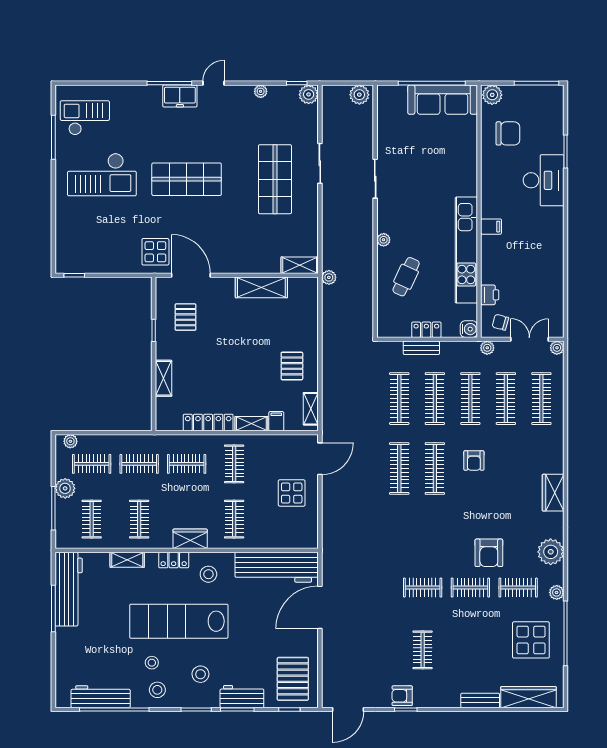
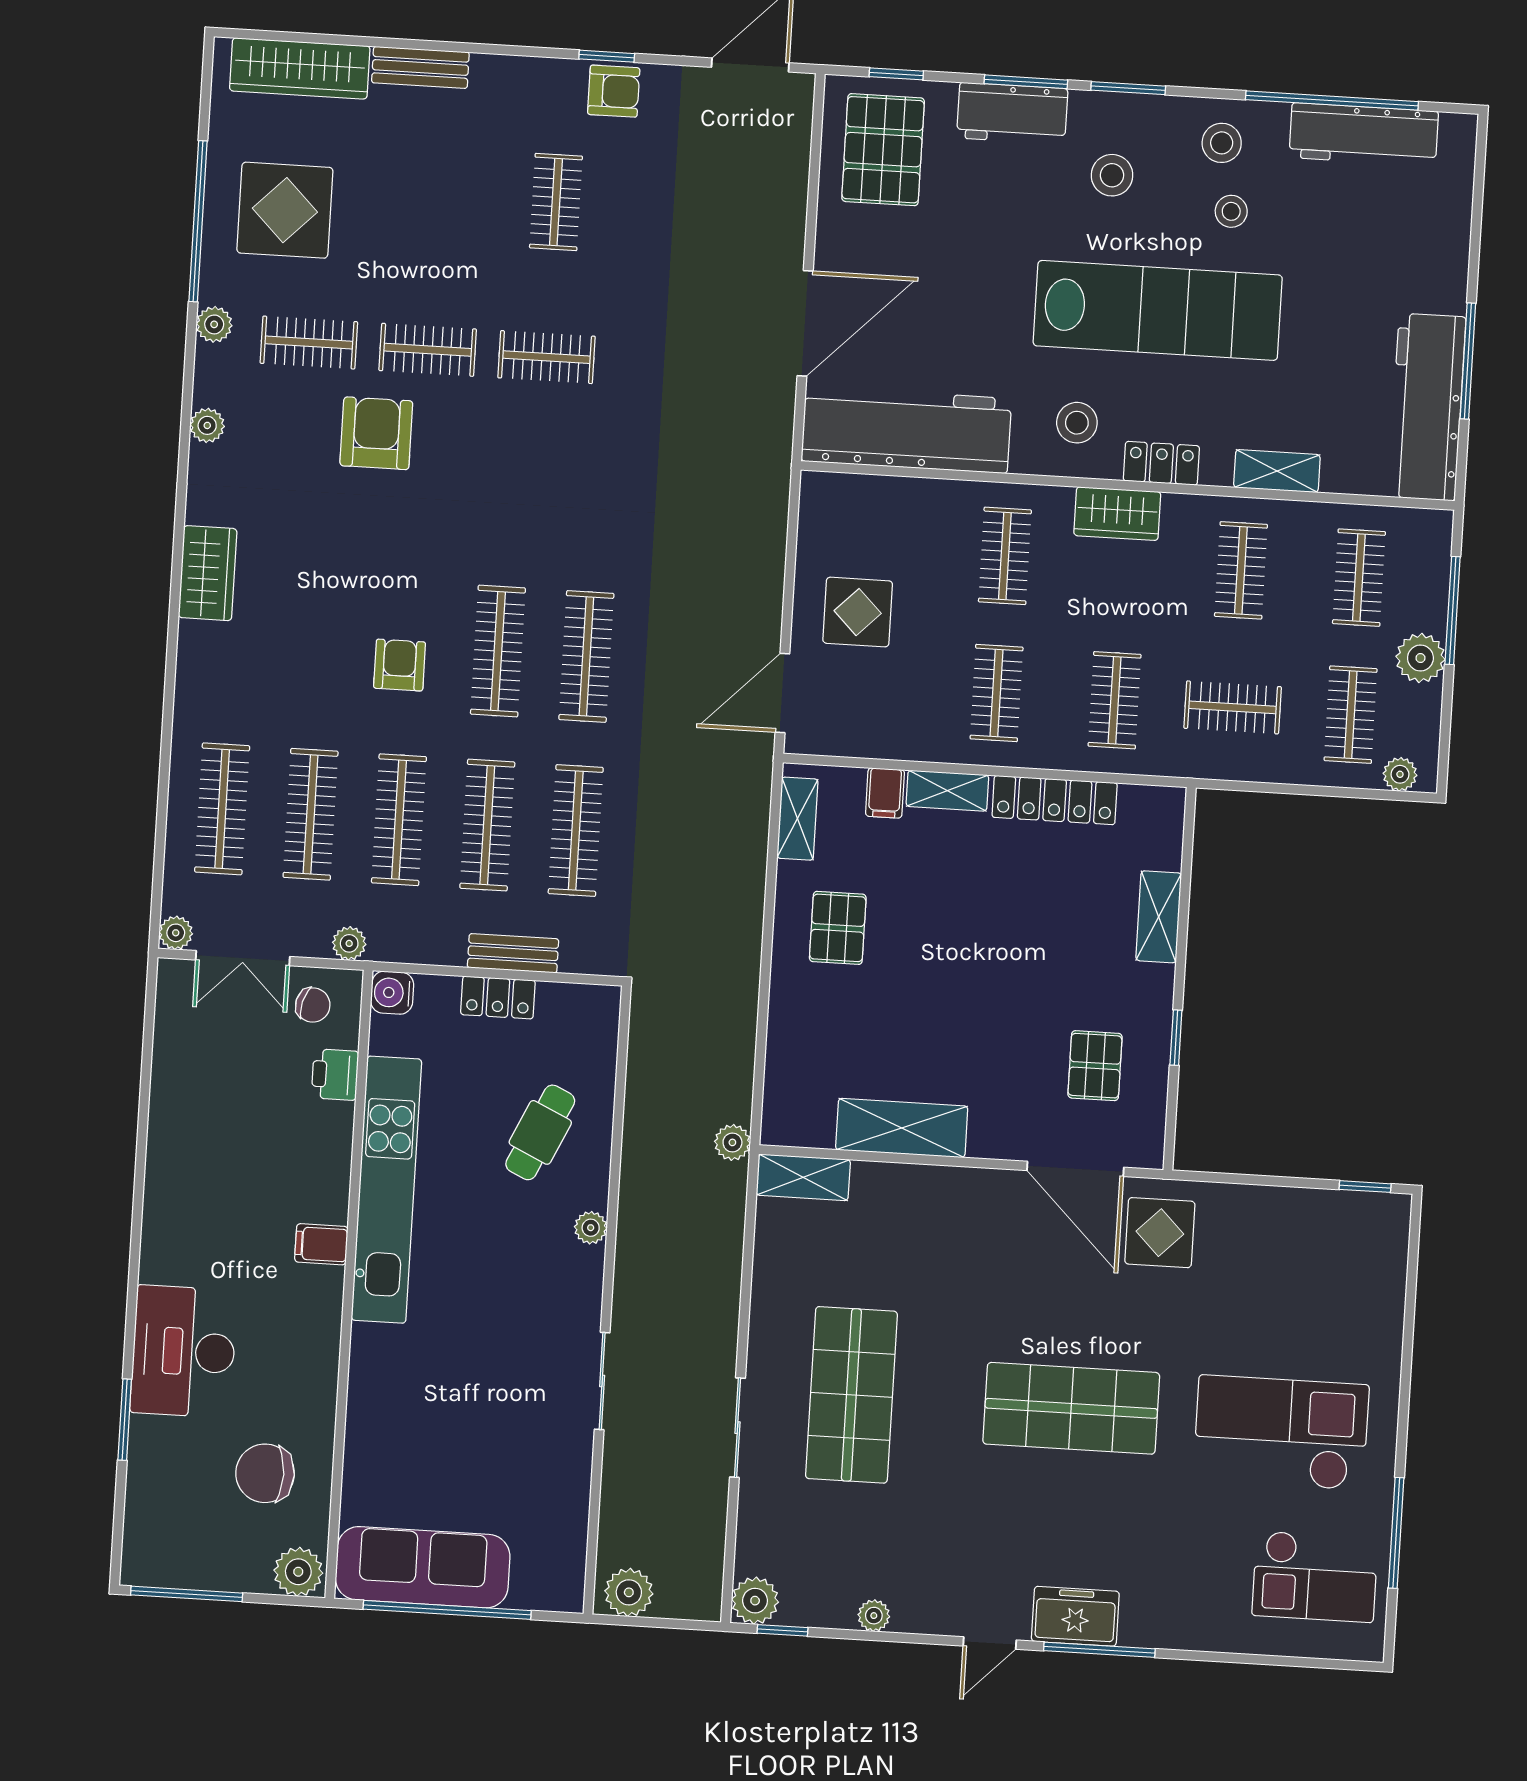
clothes rail: (92, 464) -> (1351, 715), turned 90
clothes rail: (187, 464) -> (1115, 700), turned 90
plant: (551, 552) -> (207, 425), width x0.53, depth x0.53

